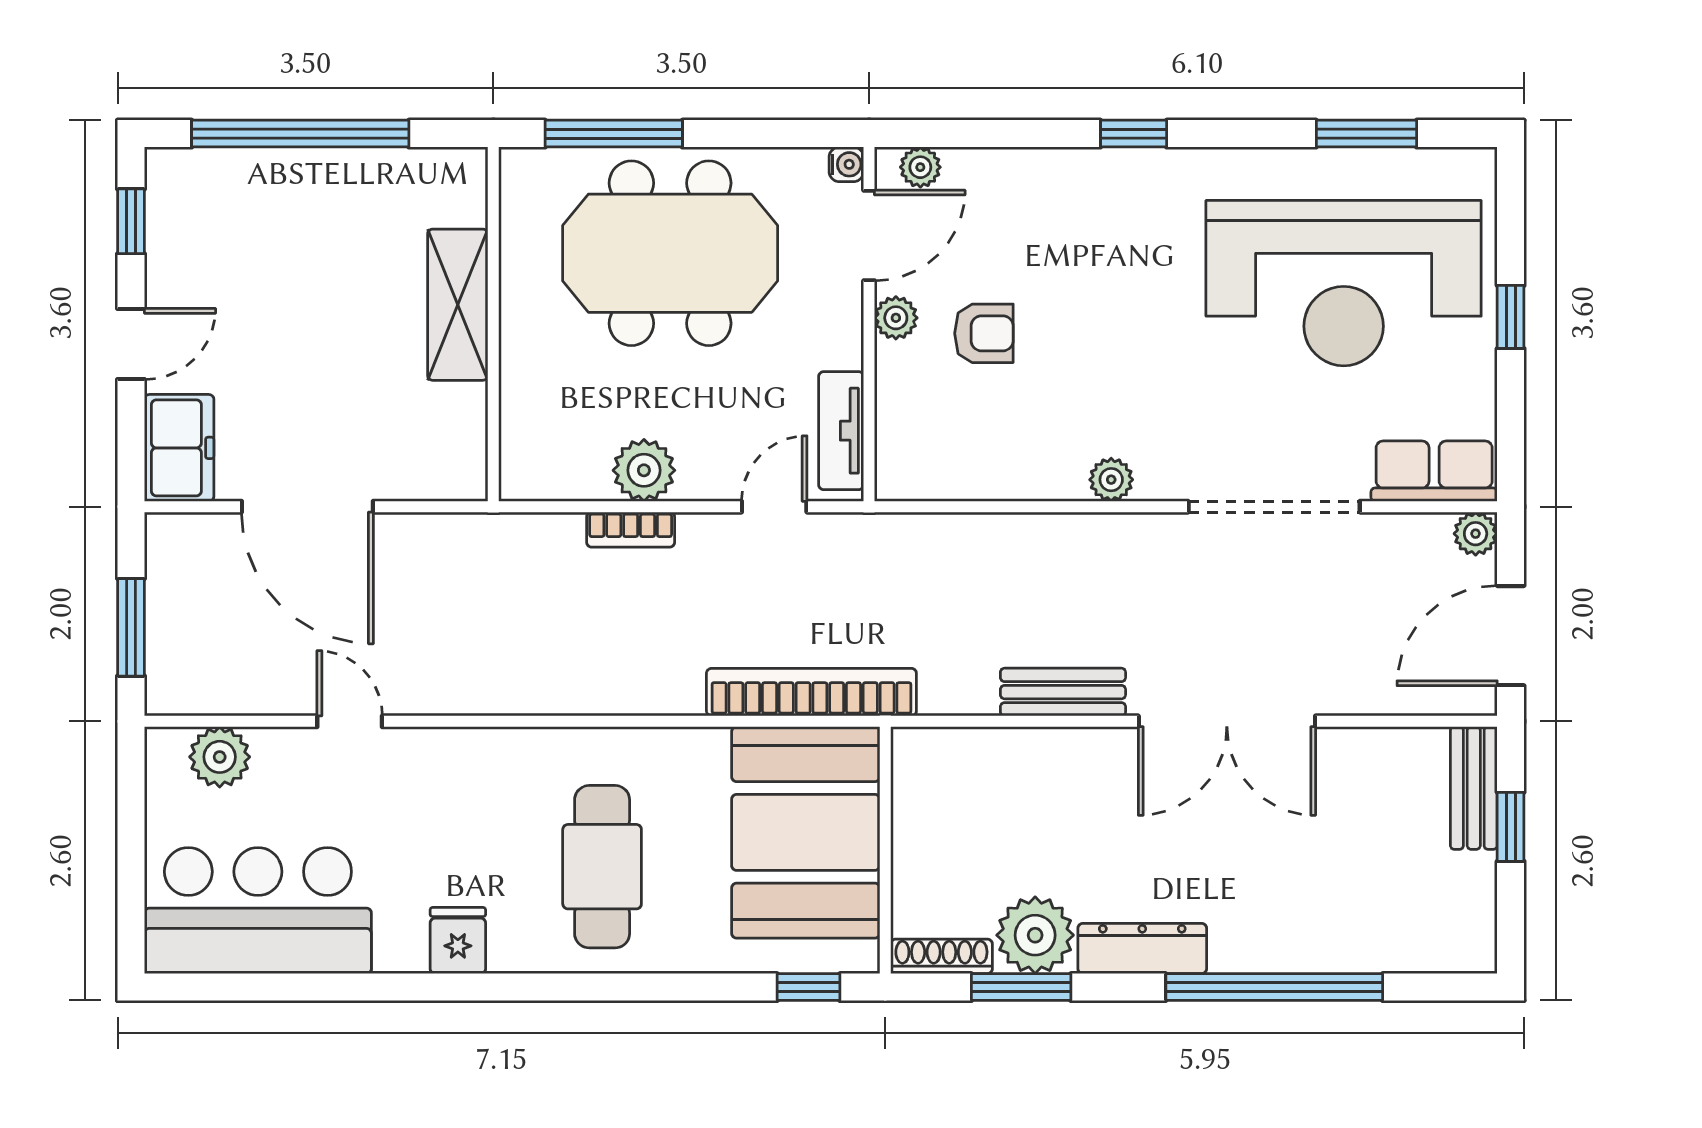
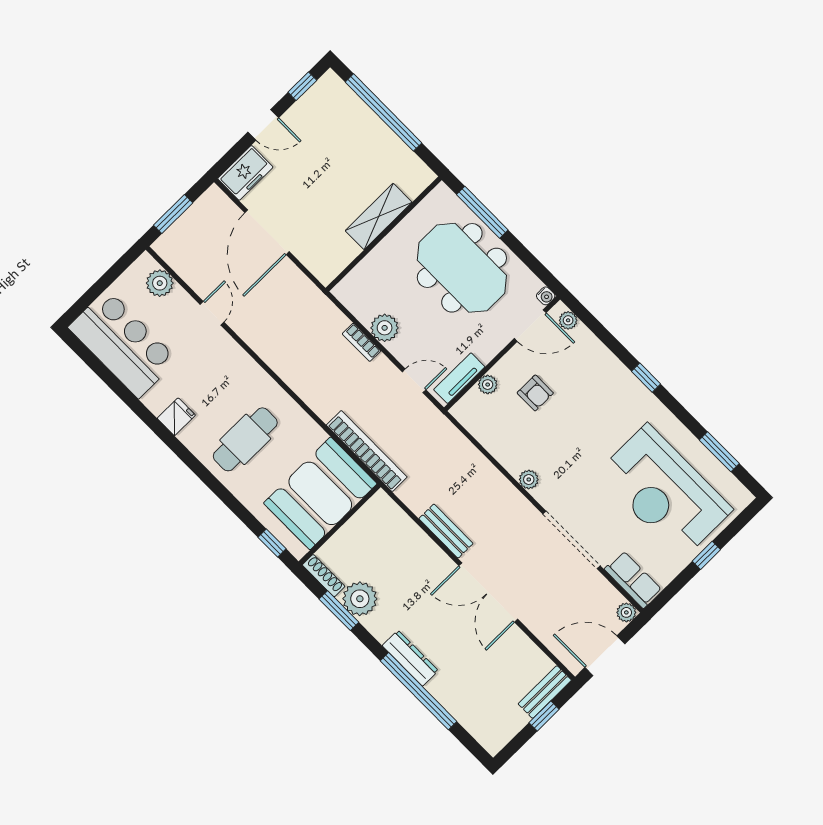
plant: (896, 318) -> (488, 385), moved
dresser: (1142, 948) -> (410, 658), moved

